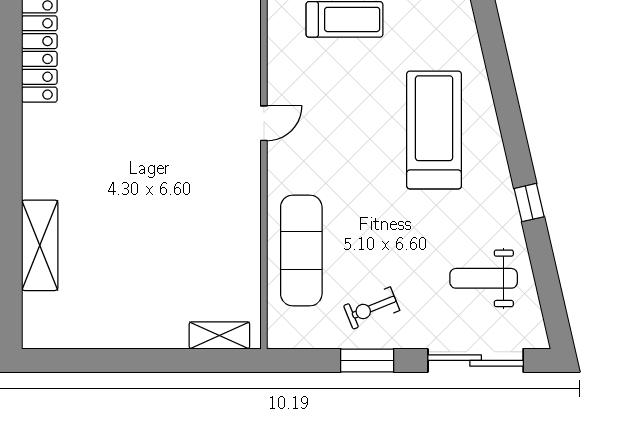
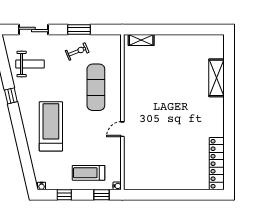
treadmill: (434, 130) -> (51, 126), turned 180
exercise mat: (301, 250) -> (96, 87), moved
sliding door: (476, 360) -> (33, 29), width x0.73

